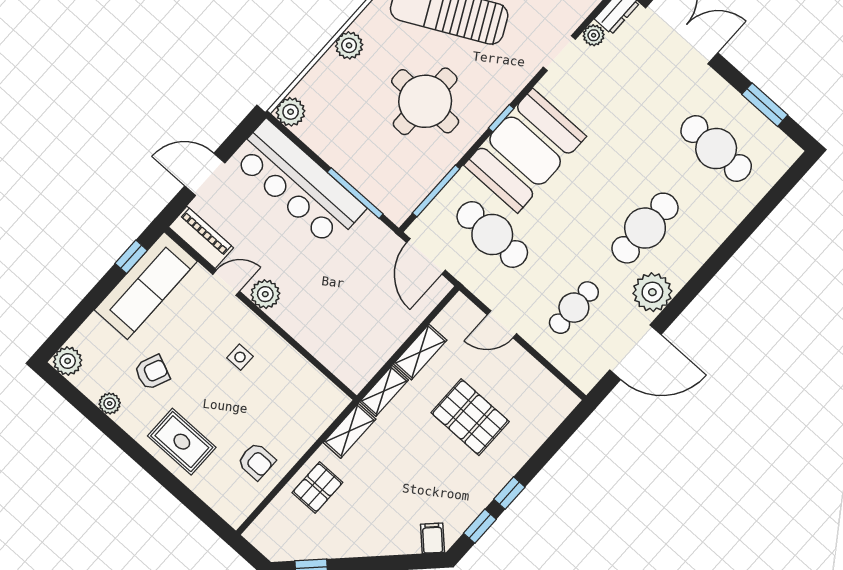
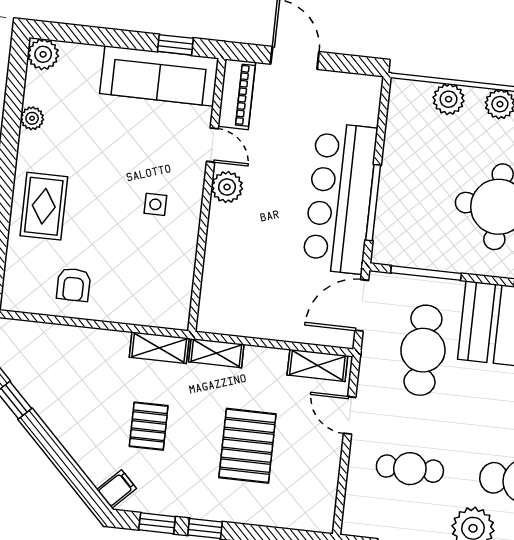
plant: (291, 112) -> (449, 99), moved
bar counter: (298, 183) -> (340, 198), moved
shelving: (420, 352) -> (317, 365), moved
armchair: (152, 372) -> (86, 136), removed
pallet: (317, 488) -> (149, 426), moved, turned 90

